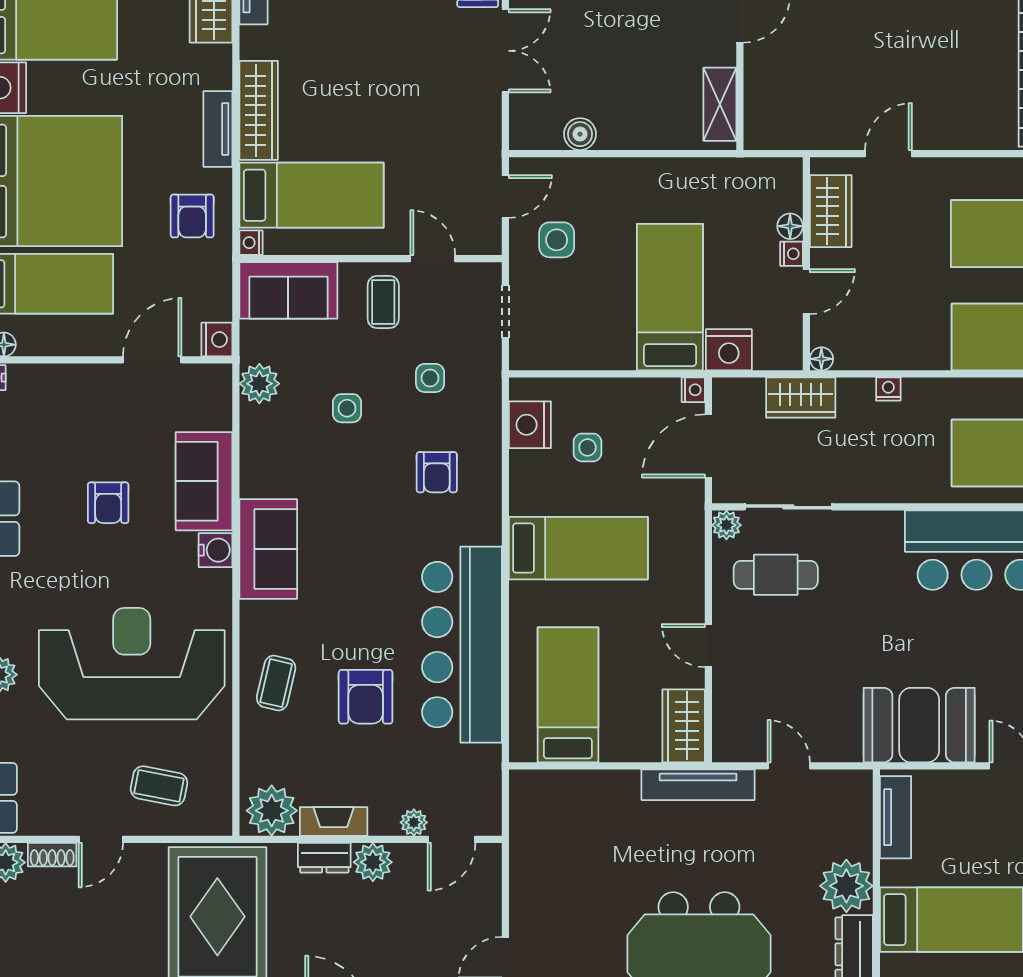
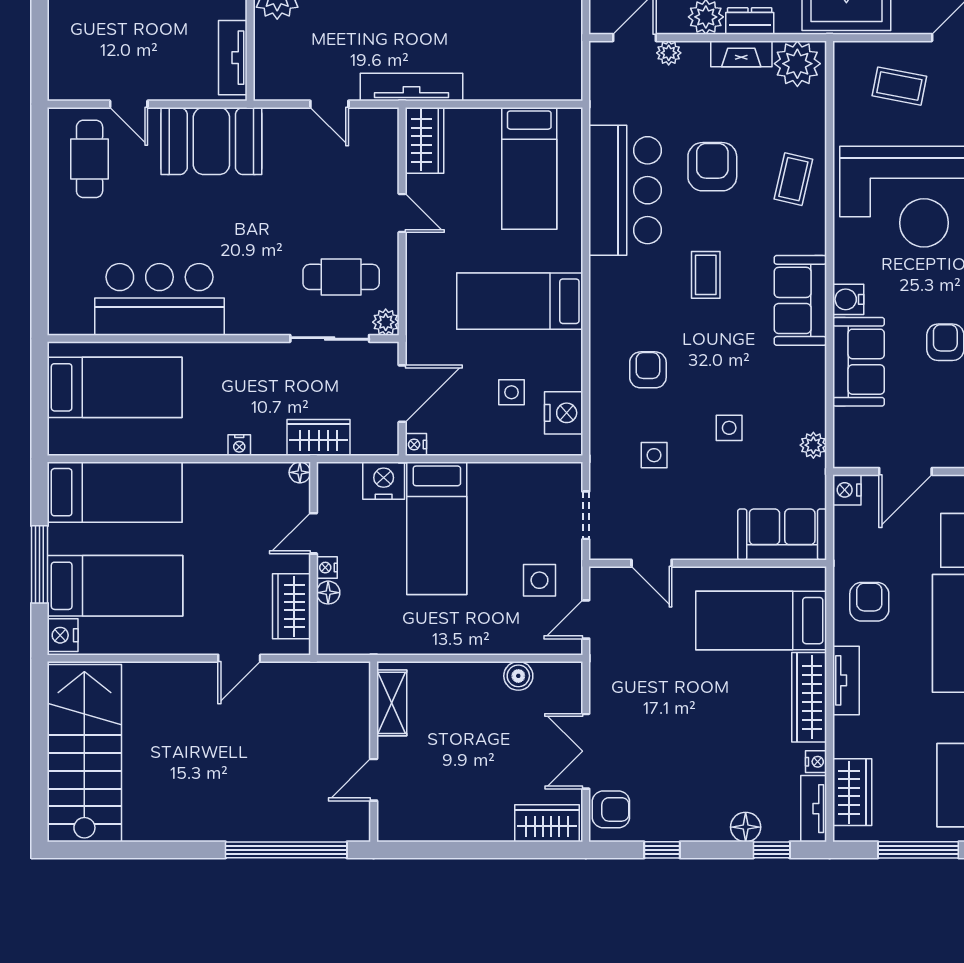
nightstand: (251, 243) -> (816, 762), moved
coffee table: (383, 302) -> (706, 275), moved
plant: (259, 384) -> (813, 445), width x0.73, depth x0.73
bar counter: (462, 645) -> (625, 190), width x0.73

